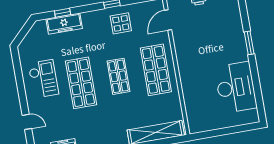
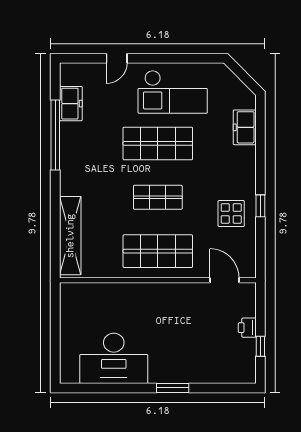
window: (63, 13) -> (260, 135), removed
freezer: (64, 24) -> (245, 127), width x0.71
checkout: (43, 79) -> (173, 92), width x1.36, depth x1.21

